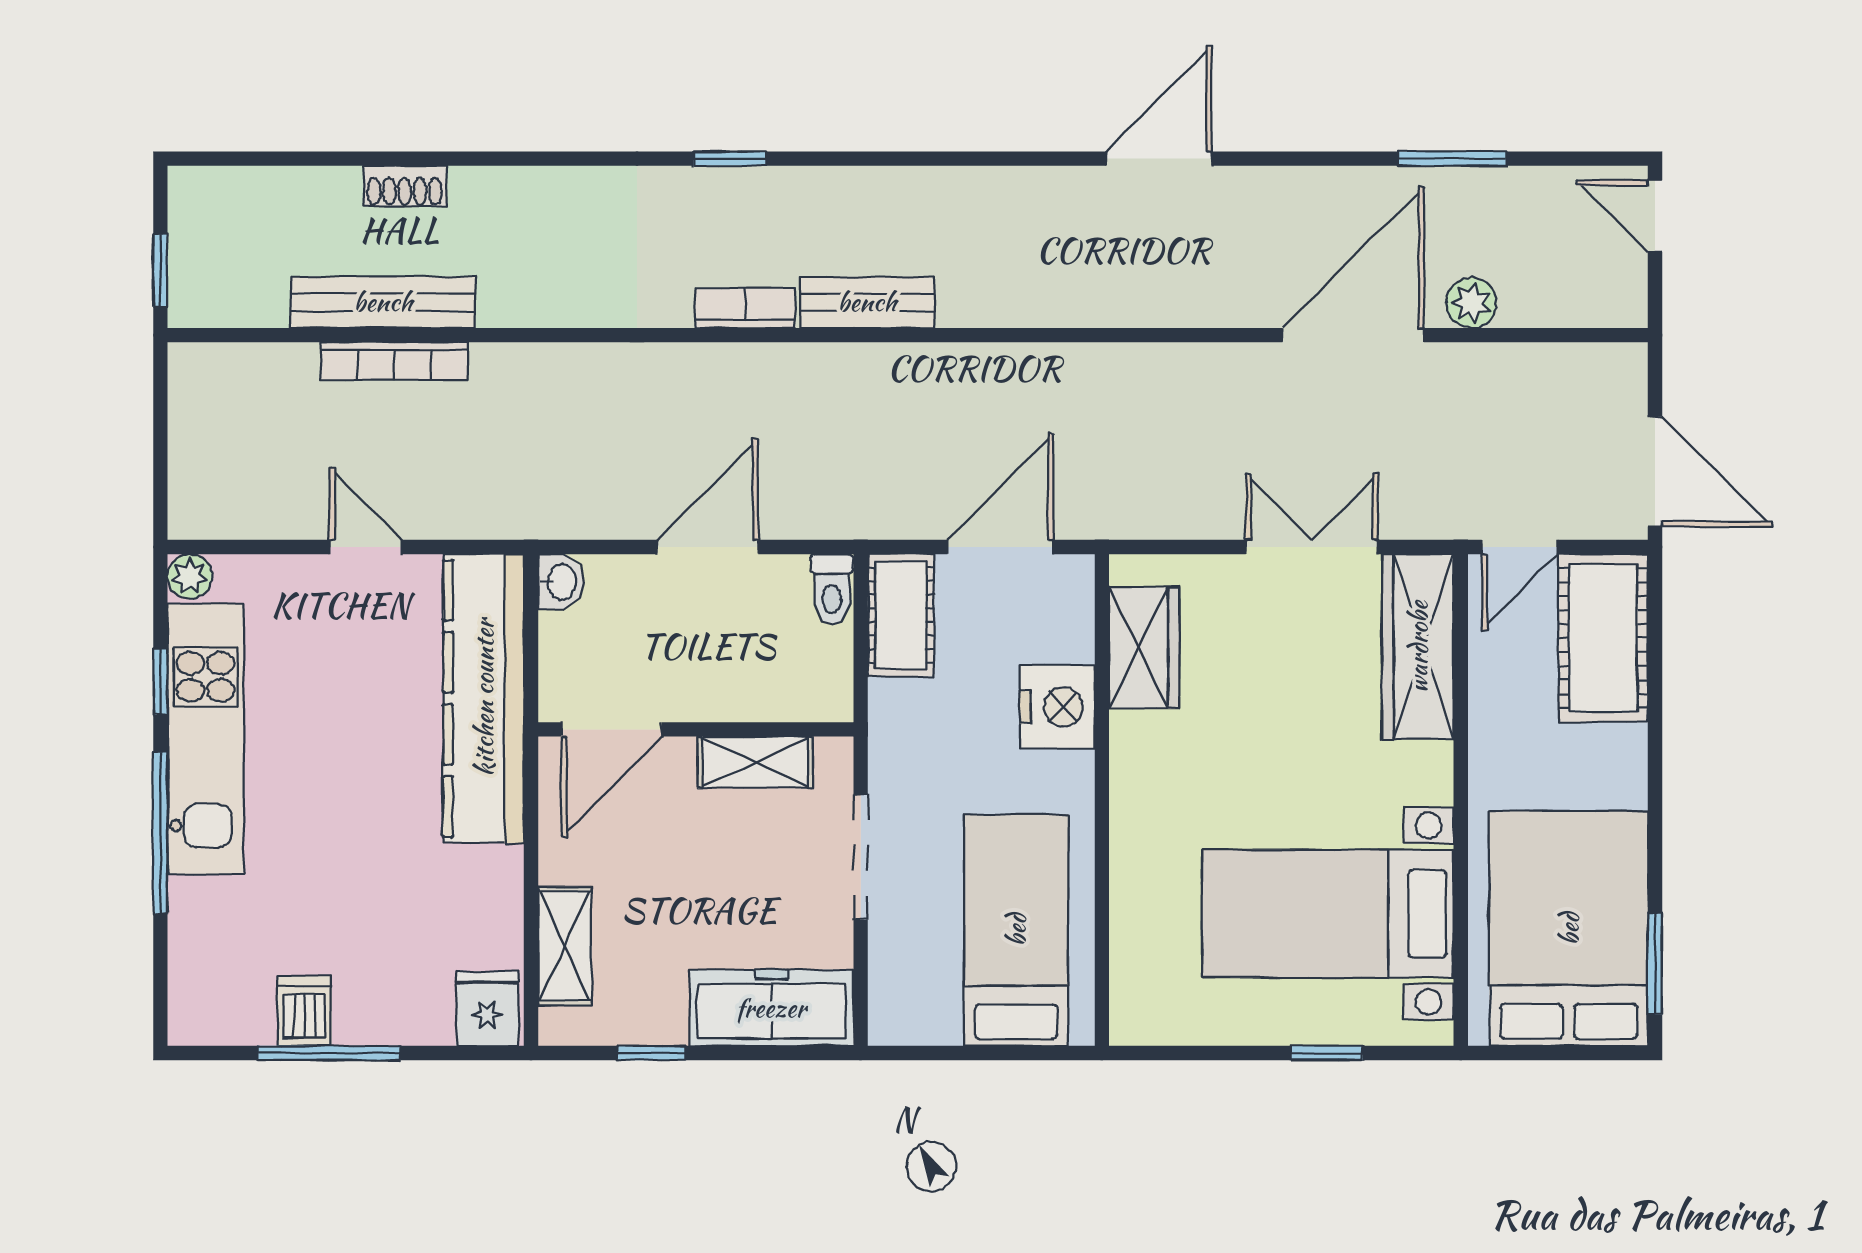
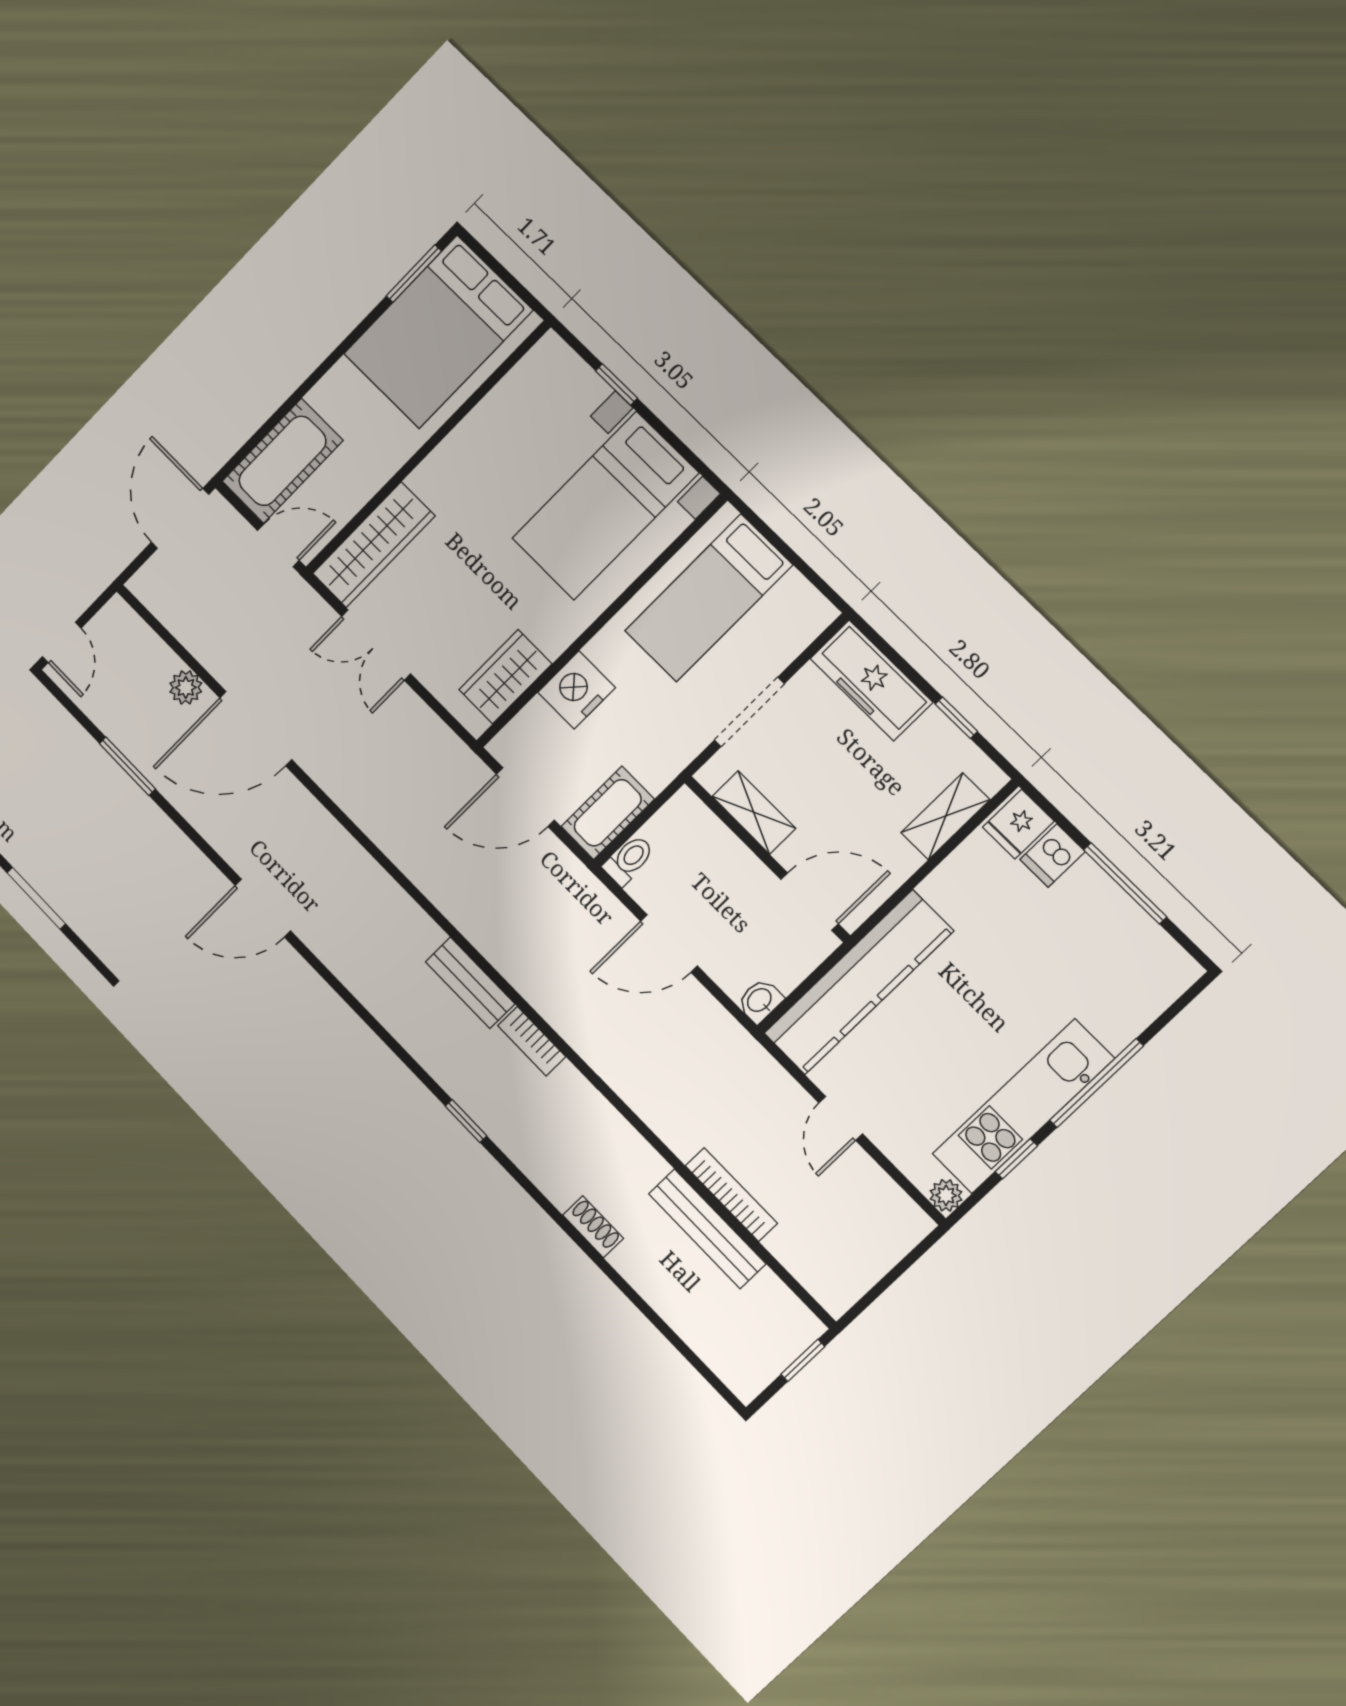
shoe rack: (405, 186) -> (593, 1227), moved
bed with nightstands: (1328, 914) -> (605, 506), moved, turned 90
dishwasher: (304, 1011) -> (1053, 855), moved

